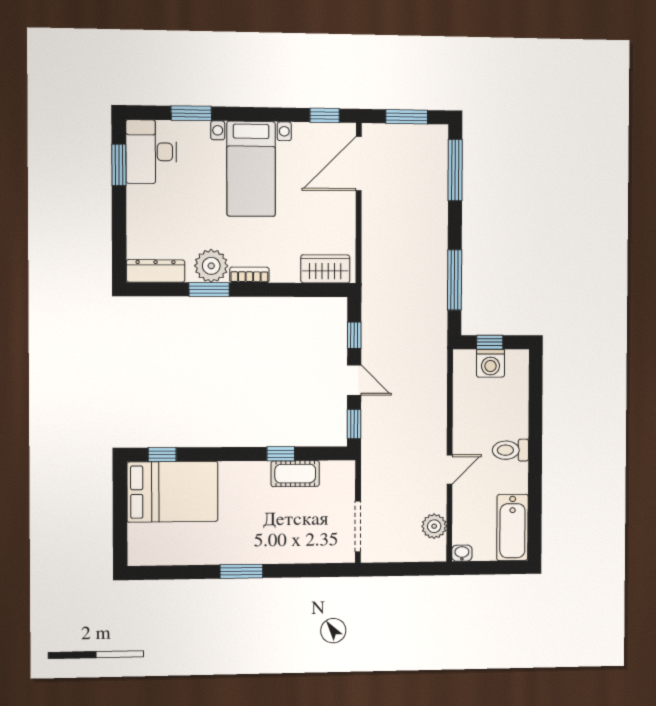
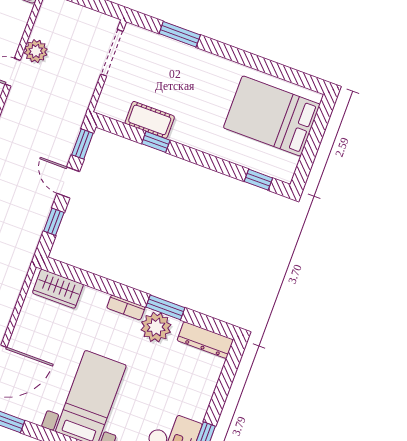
bed: (173, 492) -> (272, 116), moved
plant: (434, 526) -> (36, 51), moved
window: (241, 571) -> (180, 34), moved

